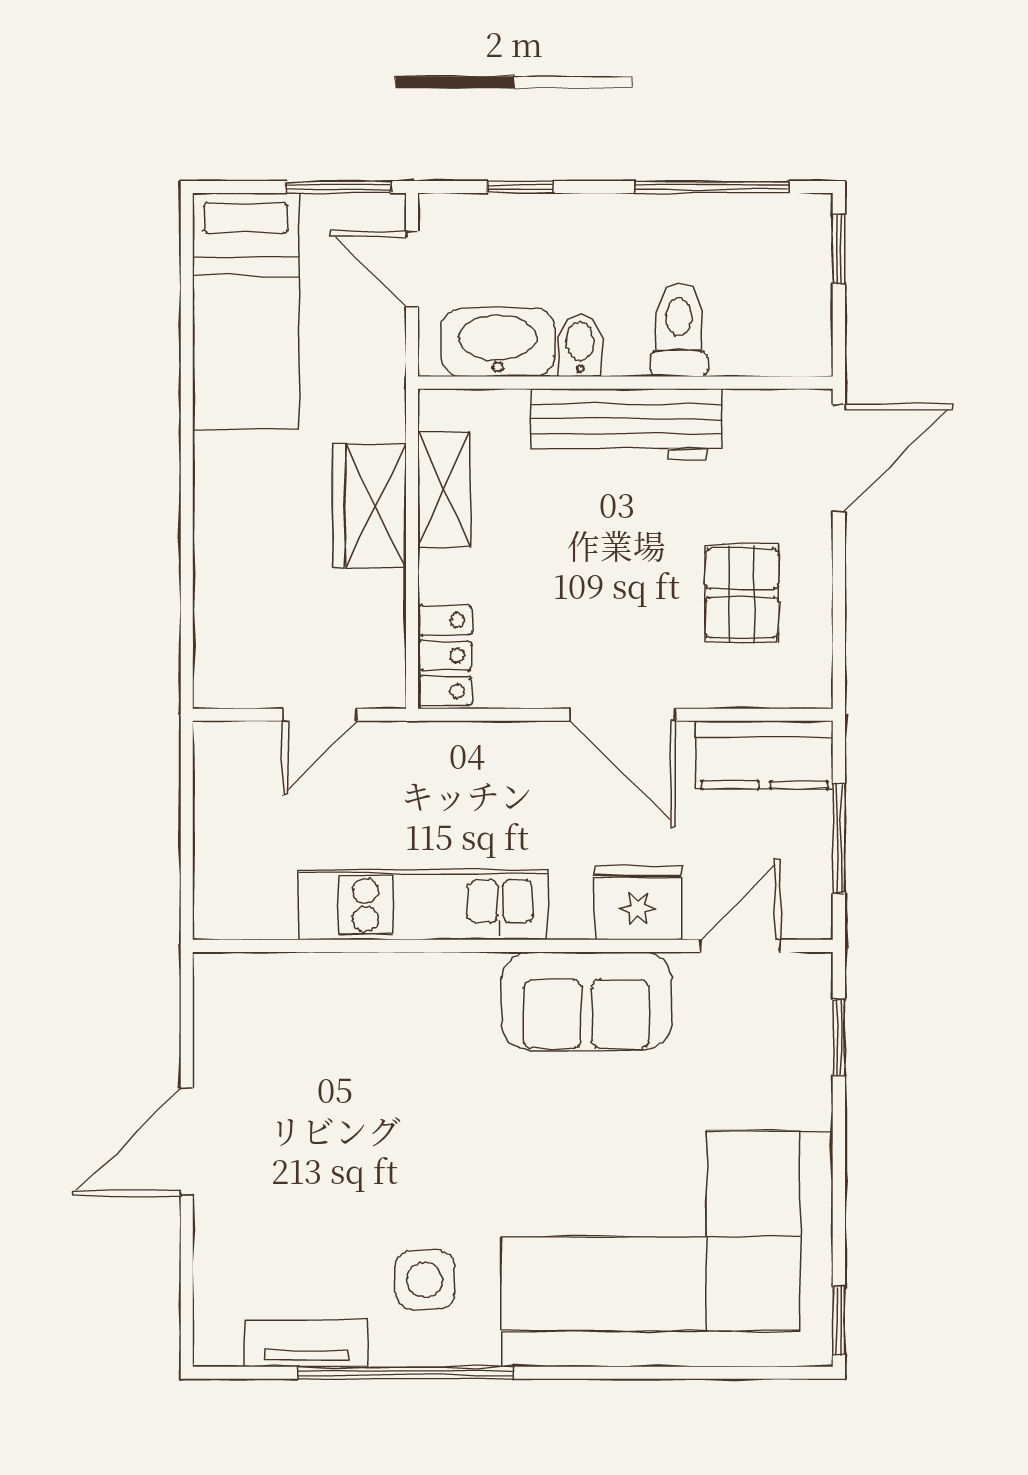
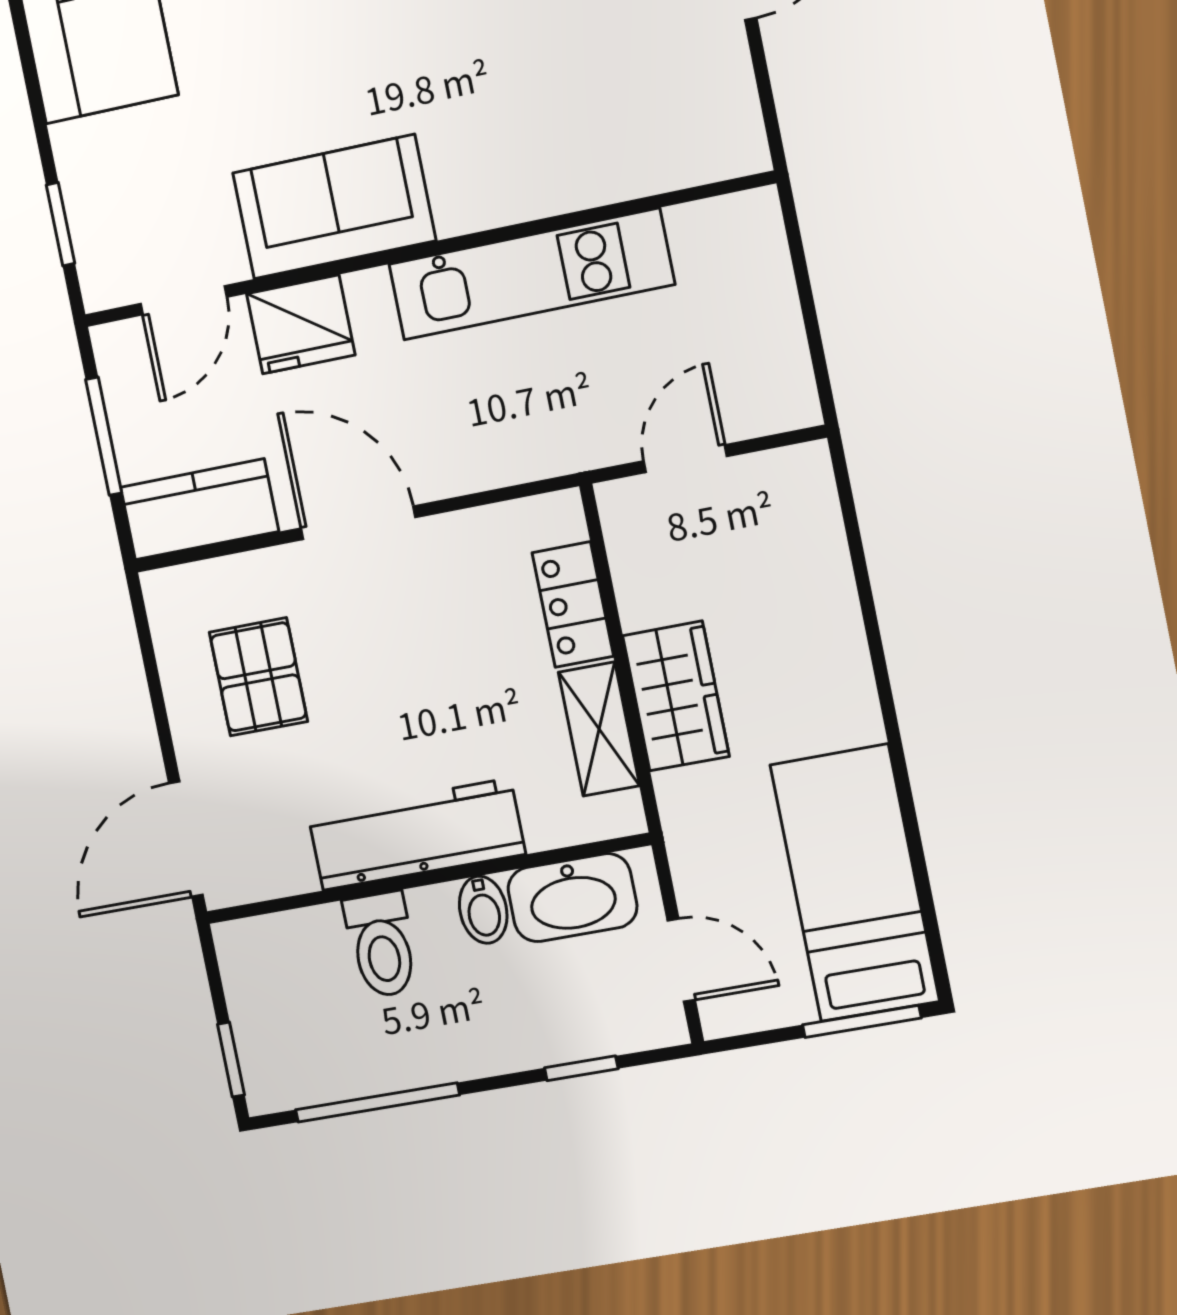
window: (338, 187) -> (862, 1021), moved
locker: (445, 656) -> (573, 604), moved

